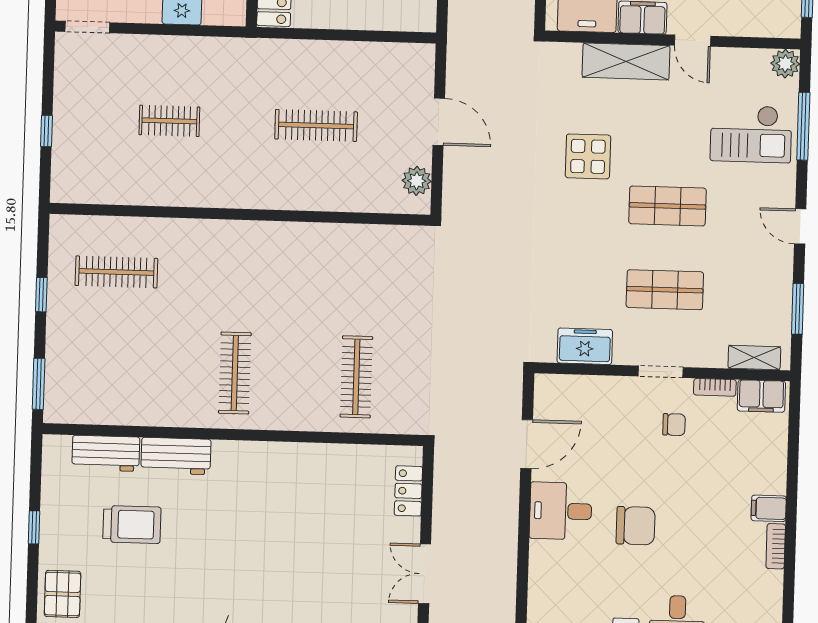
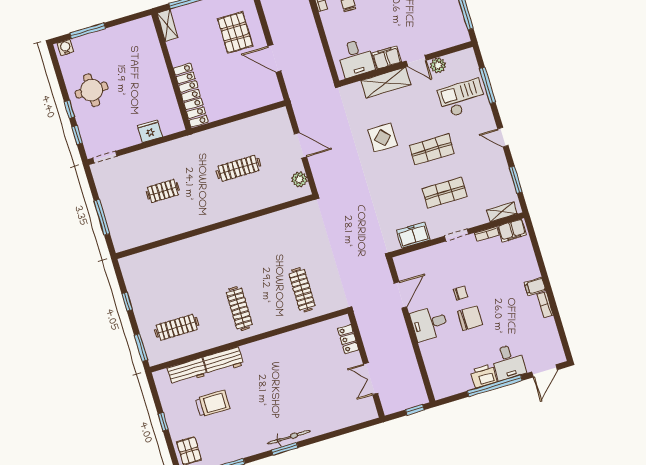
plant: (785, 64) -> (438, 65), moved
window: (46, 131) -> (102, 217), width x2.17
checkout: (751, 134) -> (462, 98), turned 180
clothes rail: (116, 272) -> (177, 327), moved
chair: (674, 425) -> (461, 293), moved

